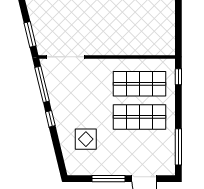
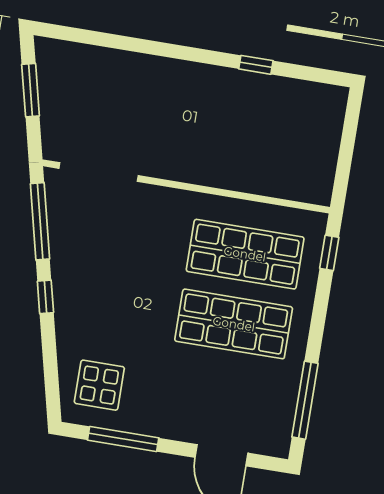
window: (30, 34) -> (31, 90), moved
display table: (86, 139) -> (99, 385), moved
window: (109, 179) -> (123, 439), moved

